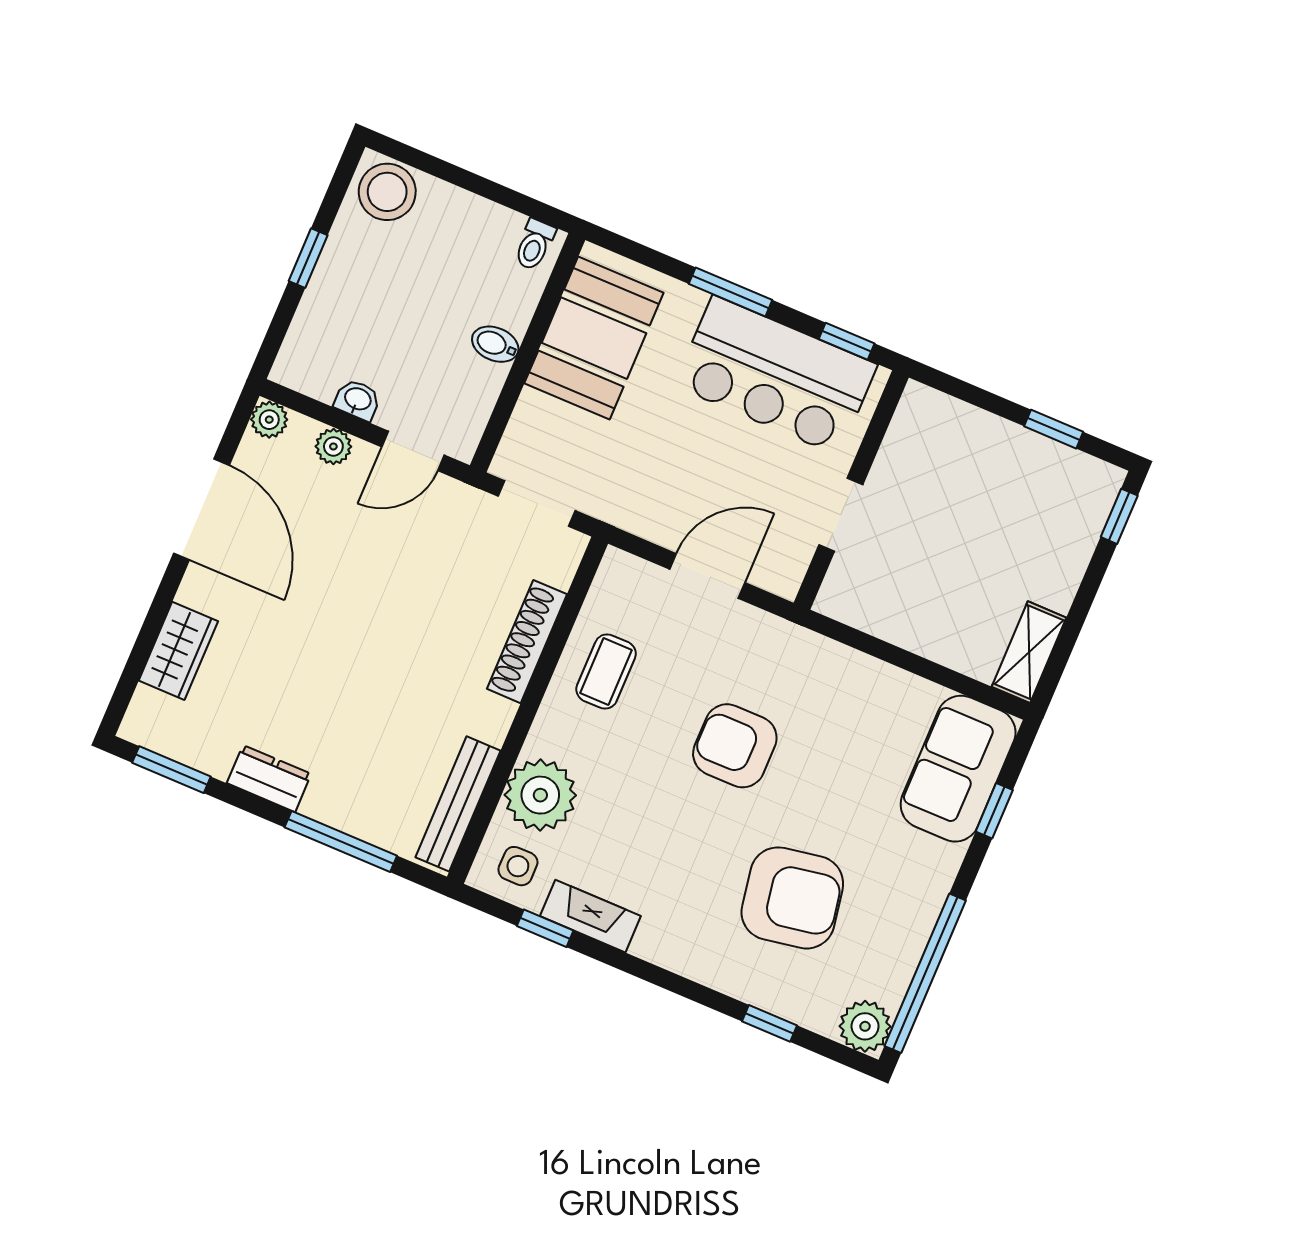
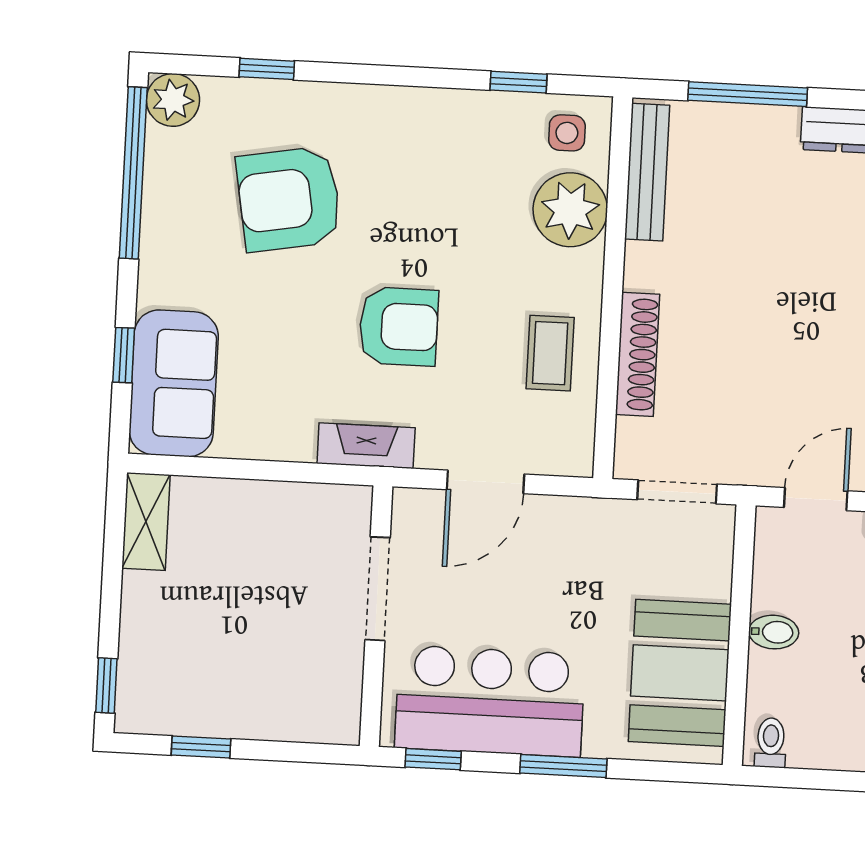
doorway: (841, 515) -> (378, 589), width x1.38
fireplace: (590, 916) -> (366, 446), moved, turned 180

